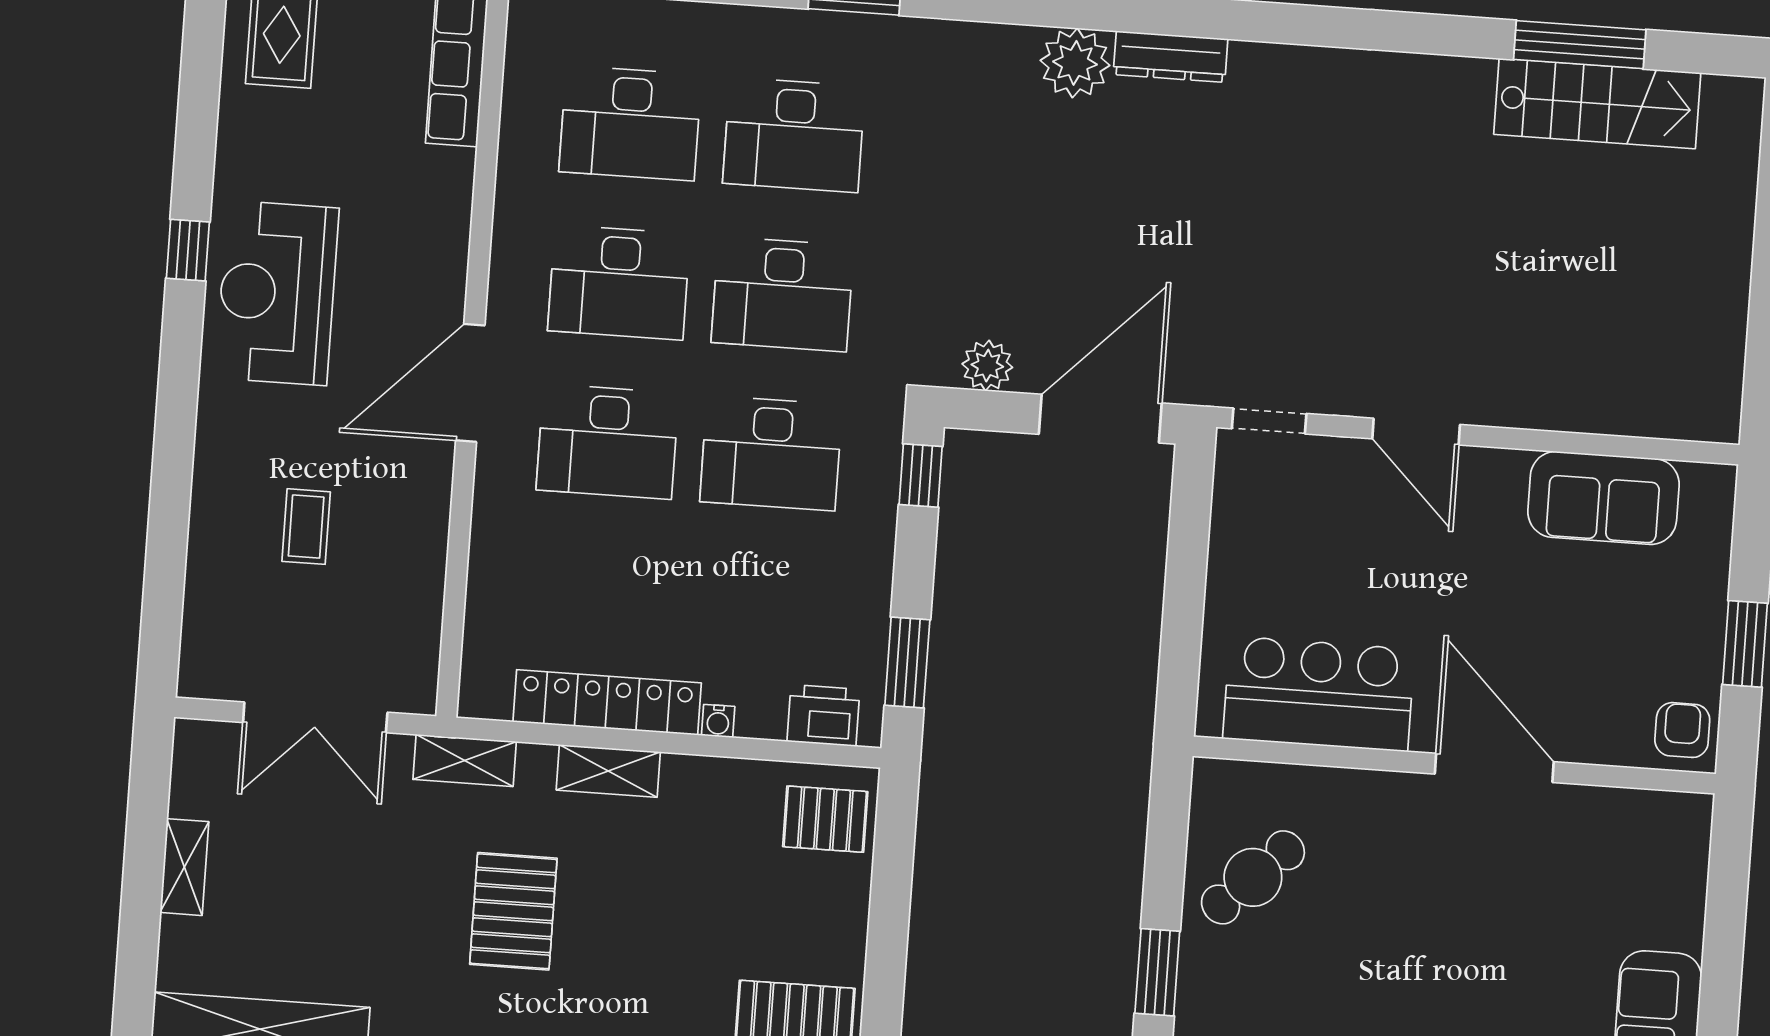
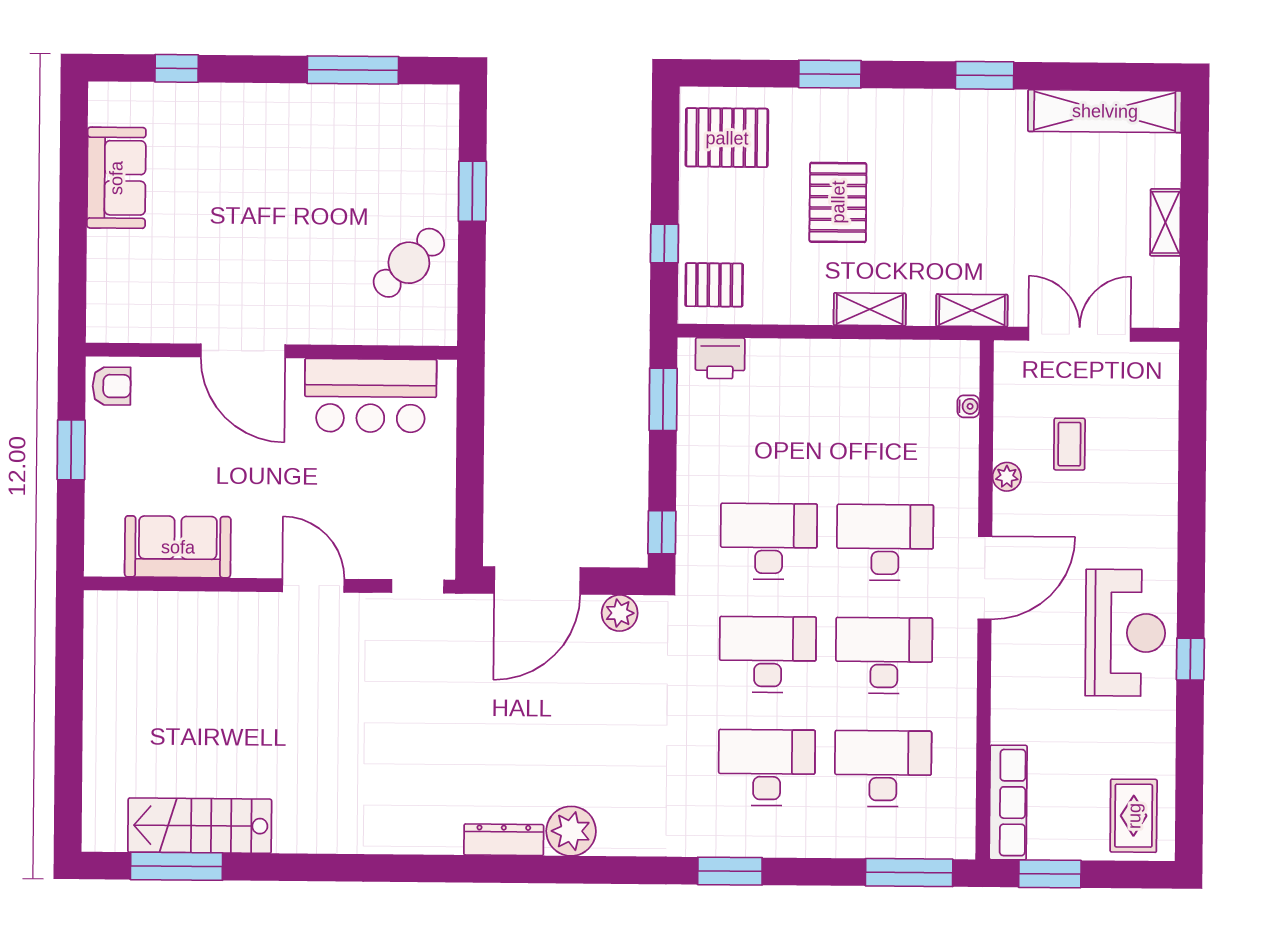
window: (1580, 45) -> (176, 866), moved
plant: (430, 523) -> (1007, 477), added
coffee table: (306, 527) -> (1069, 444), moved
locker: (607, 702) -> (874, 358), removed
water cooler: (718, 721) -> (968, 406), moved, turned 90
armchair: (1682, 730) -> (112, 386), turned -90
window: (892, 882) -> (664, 243), added
pallet: (513, 911) -> (838, 202), moved

